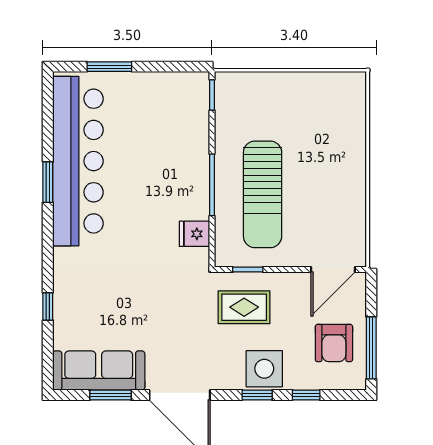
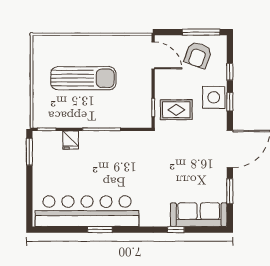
window: (109, 67) -> (29, 152), moved
sun lounger: (263, 194) -> (83, 78), moved
fridge: (194, 234) -> (71, 140), moved
rug: (244, 307) -> (176, 110), turned 90
armchair: (334, 343) -> (198, 55), turned 110
sofa: (99, 371) -> (199, 215), moved, turned 90

